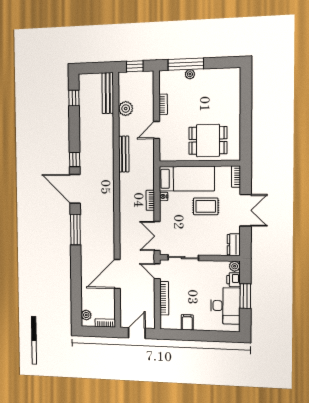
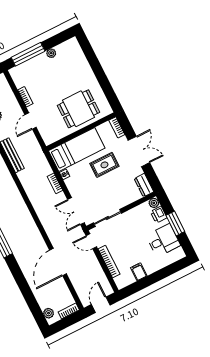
plant: (190, 74) -> (51, 53), moved
desk: (225, 306) -> (163, 240), width x0.73

